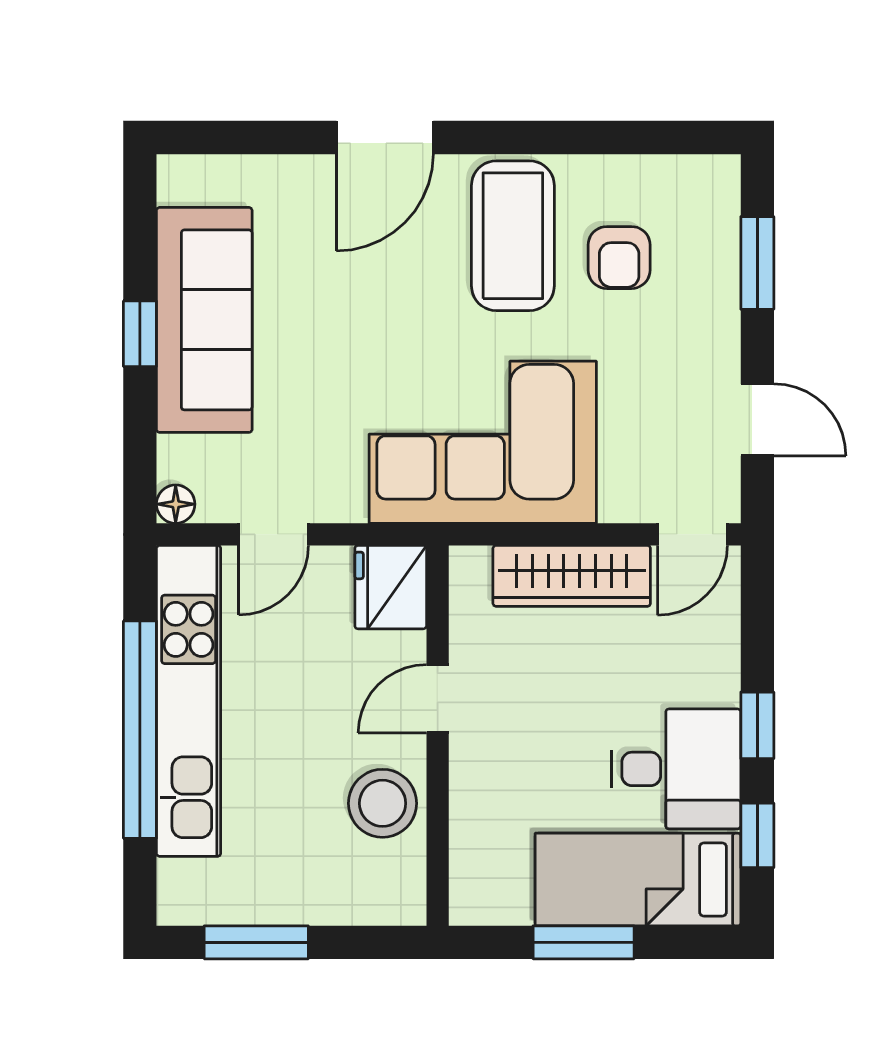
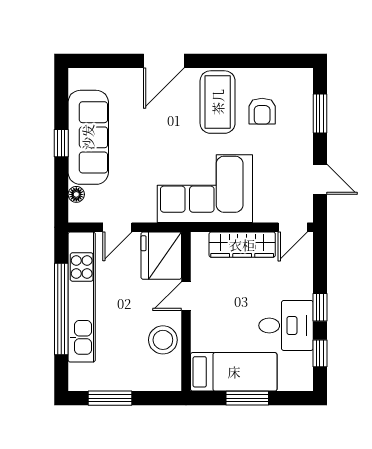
floor lamp: (176, 504) -> (76, 194), moved
fridge: (391, 587) -> (161, 256), width x1.36, depth x1.34
bed: (638, 880) -> (234, 372), moved, turned 180

